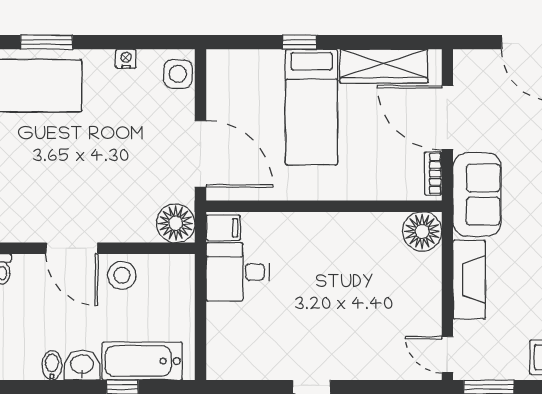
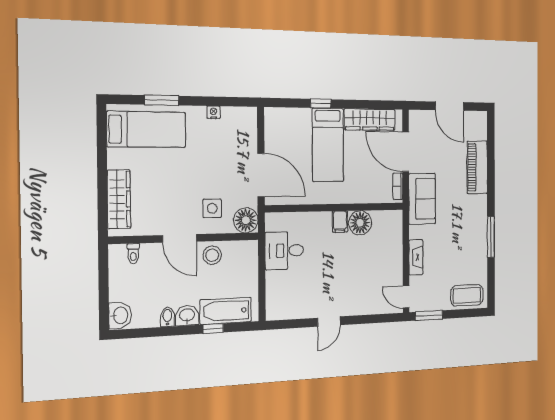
side table: (178, 74) -> (212, 208), moved
filing cabinet: (223, 228) -> (340, 222), moved, turned 90
floor lamp: (422, 231) -> (360, 223), moved
fireplace: (469, 280) -> (416, 257), width x0.73, depth x0.76

